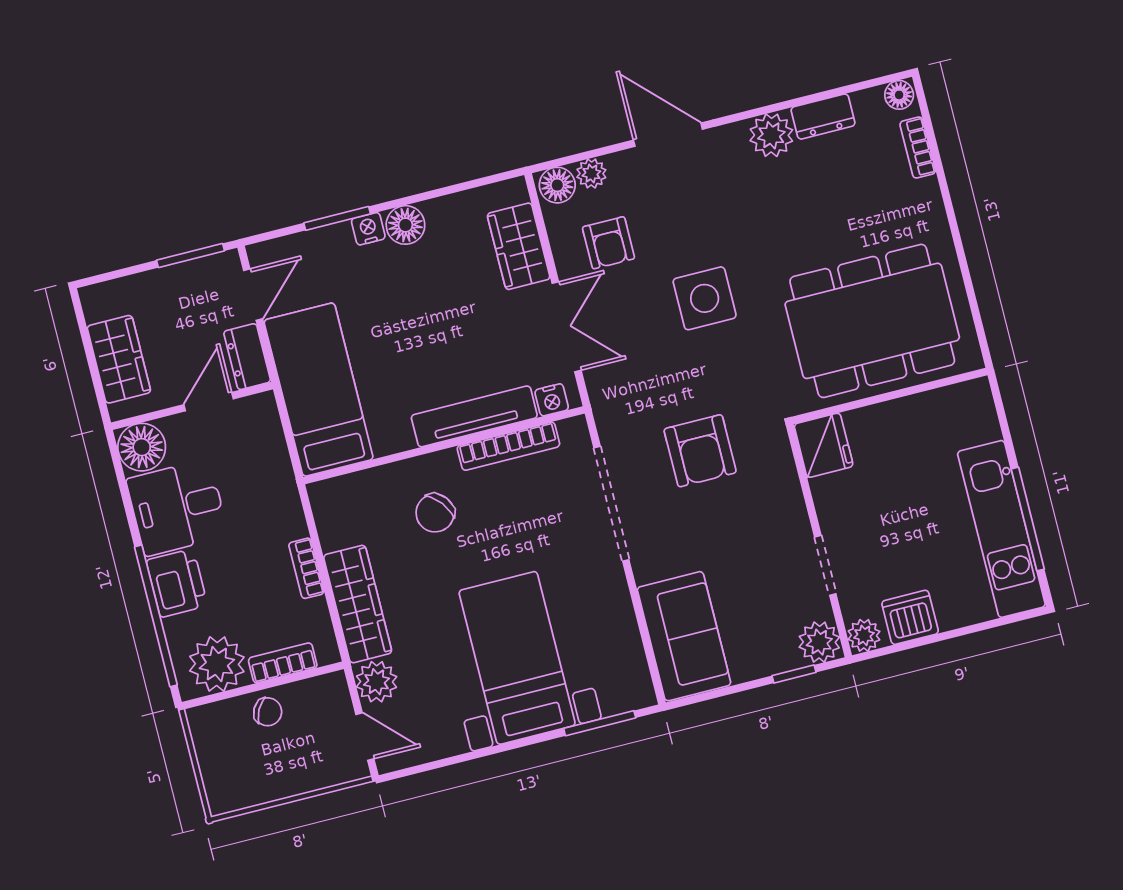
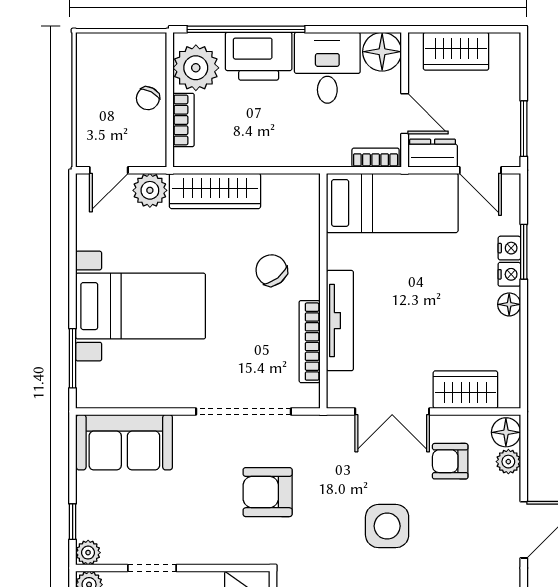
floor lamp: (405, 225) -> (509, 304), width x0.73, depth x0.73
nightstand: (552, 400) -> (509, 248), moved, turned 180
bookcase: (306, 568) -> (376, 158), moved
printer: (177, 583) -> (259, 56), width x1.37, depth x1.19
plant: (819, 642) -> (88, 553), width x0.73, depth x0.73

